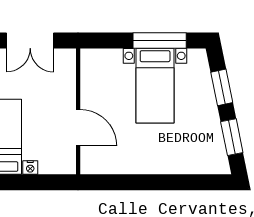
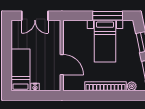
bookcase: (156, 166) -> (106, 86), added
plant: (203, 166) -> (132, 86), added

